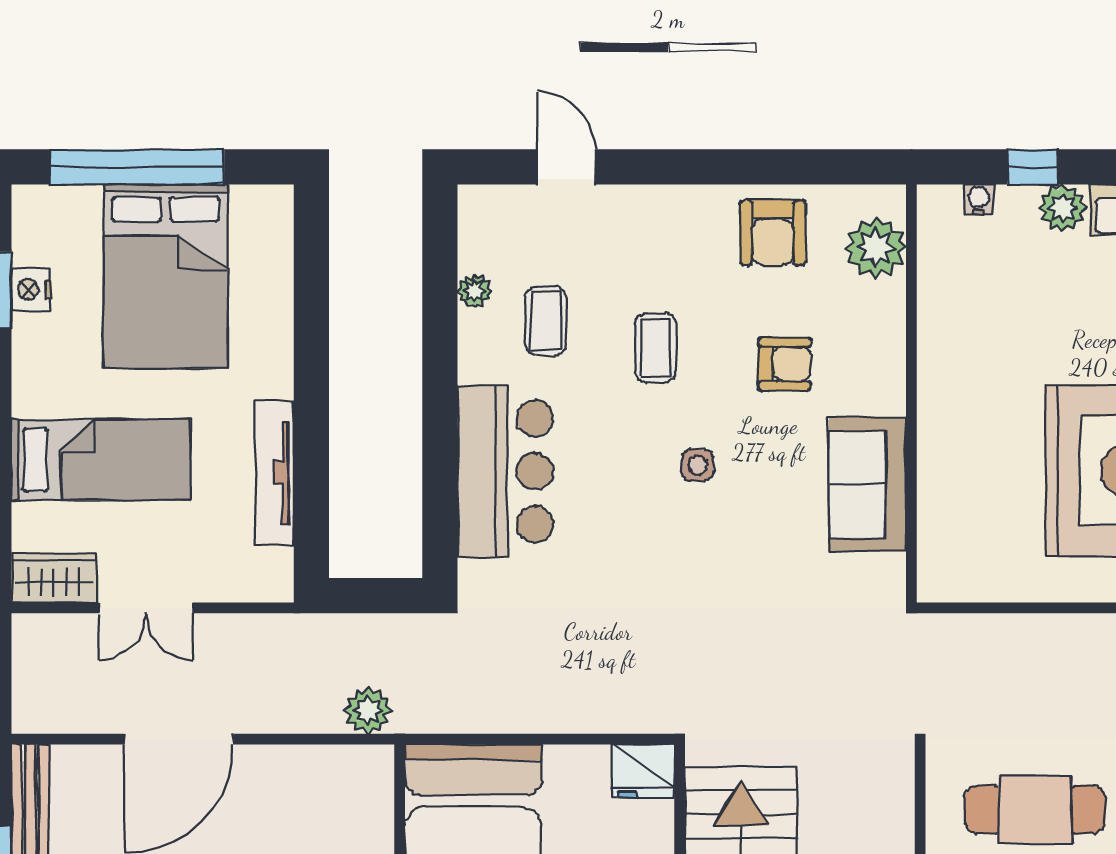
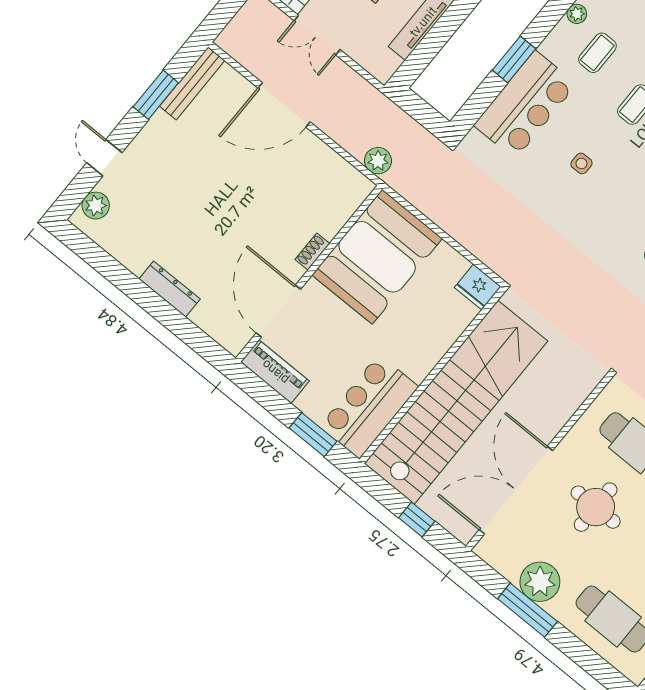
window: (440, 422) -> (514, 59), added
side table: (697, 465) -> (581, 163), moved

